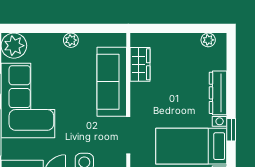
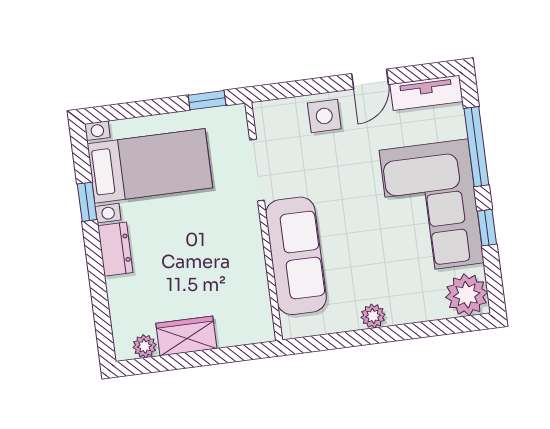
wardrobe: (140, 64) -> (186, 336), moved, turned 90
dresser: (218, 93) -> (115, 249), width x0.70

